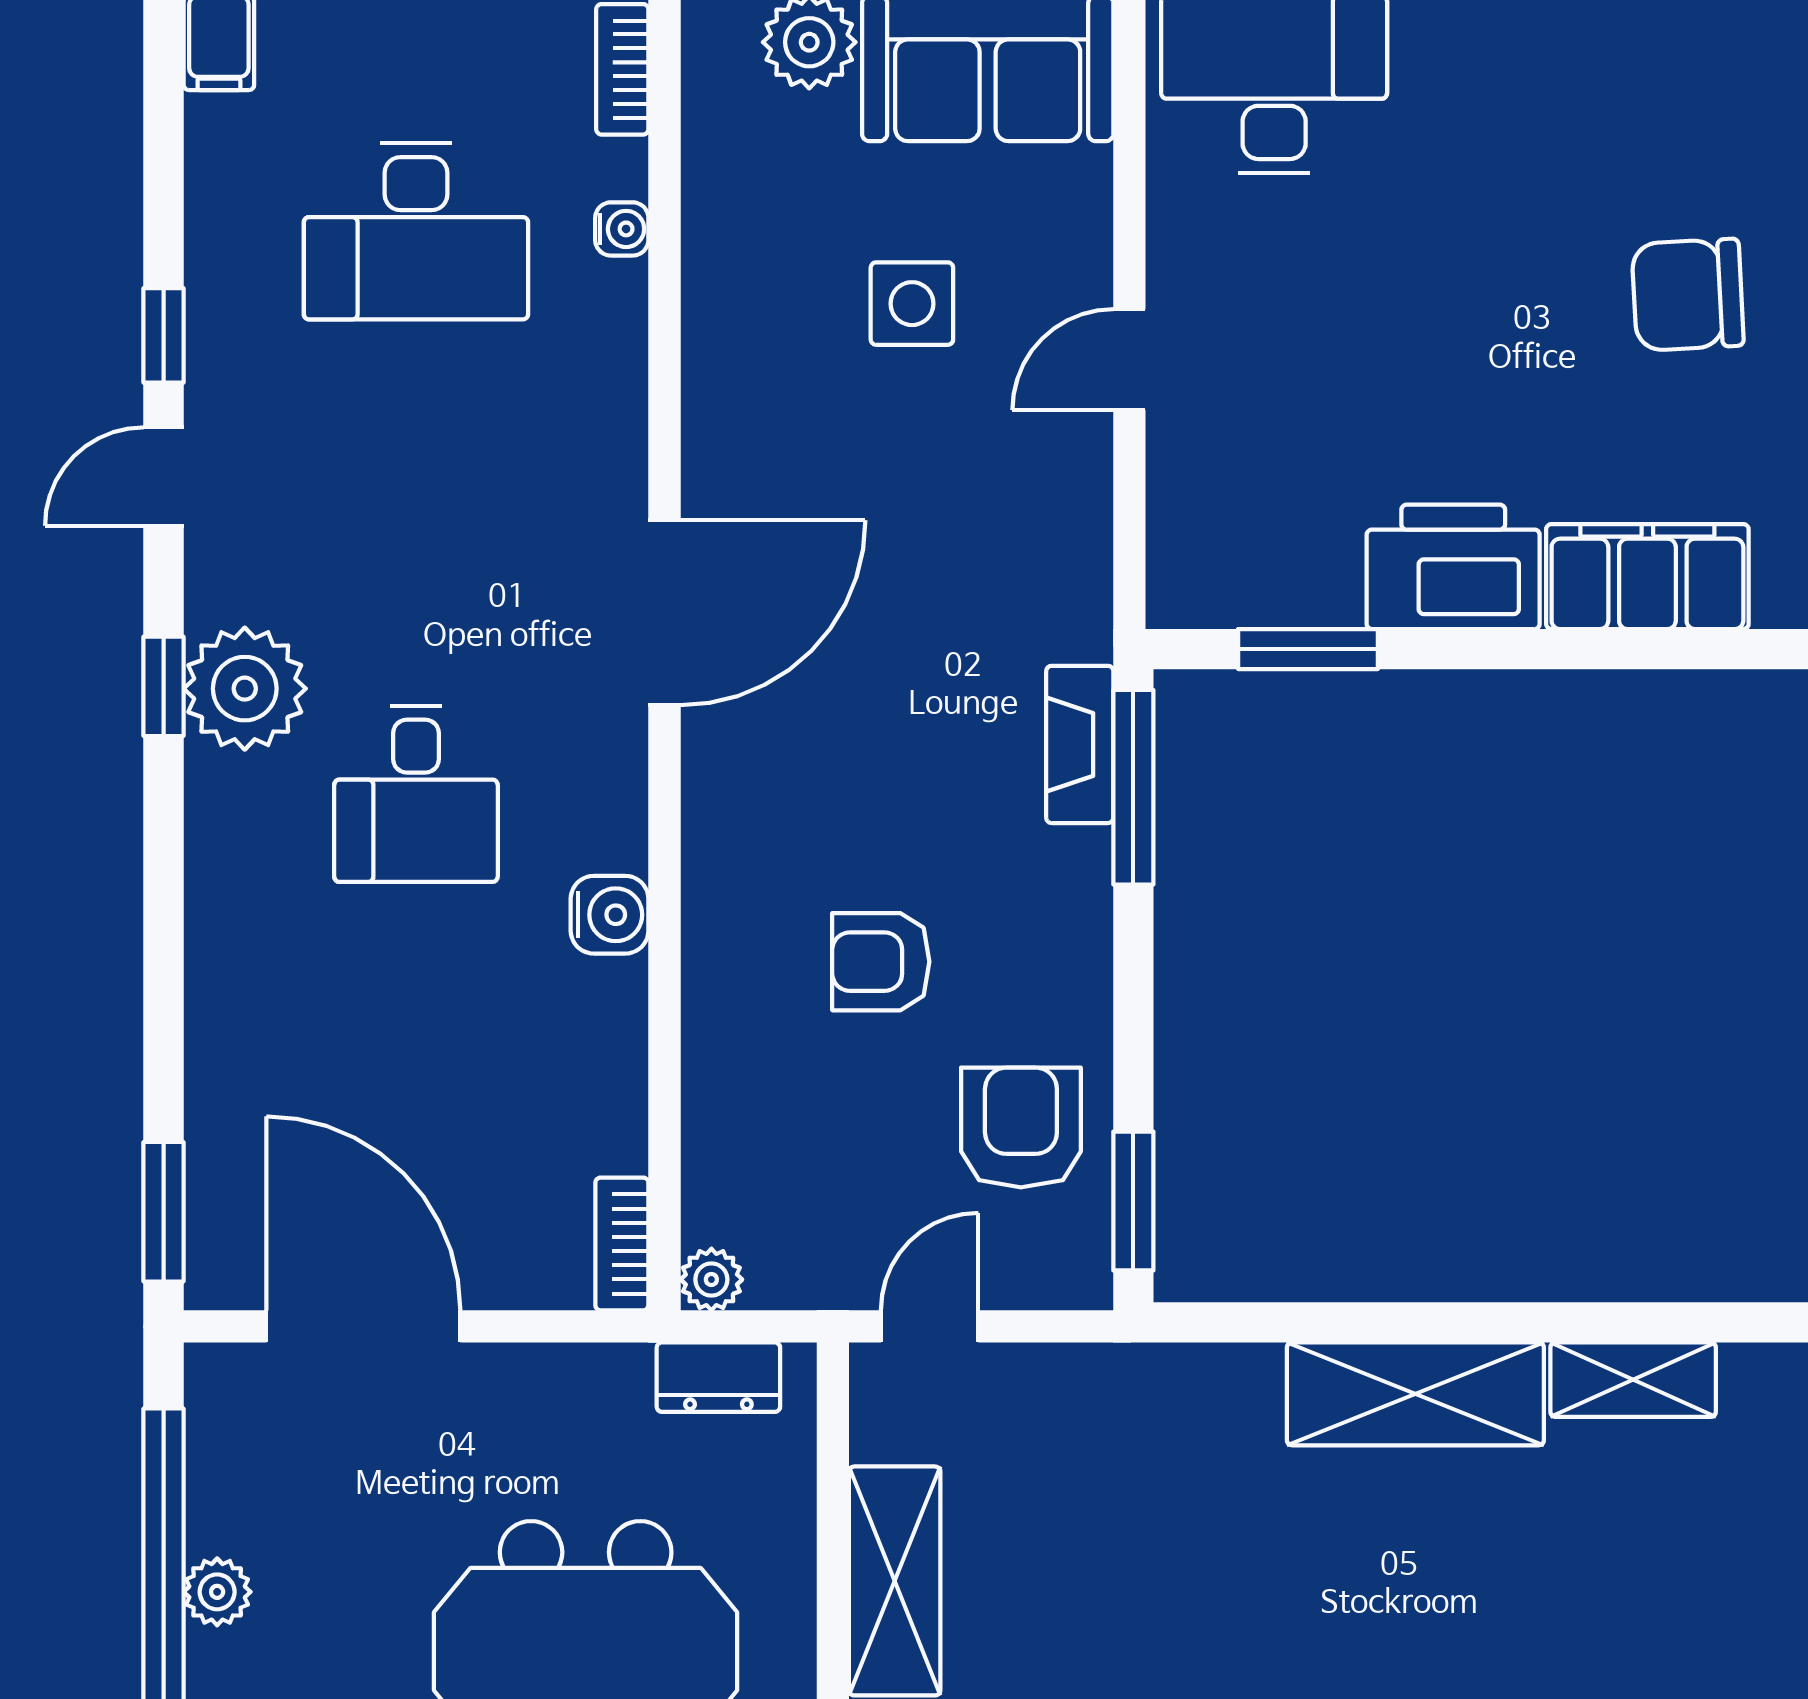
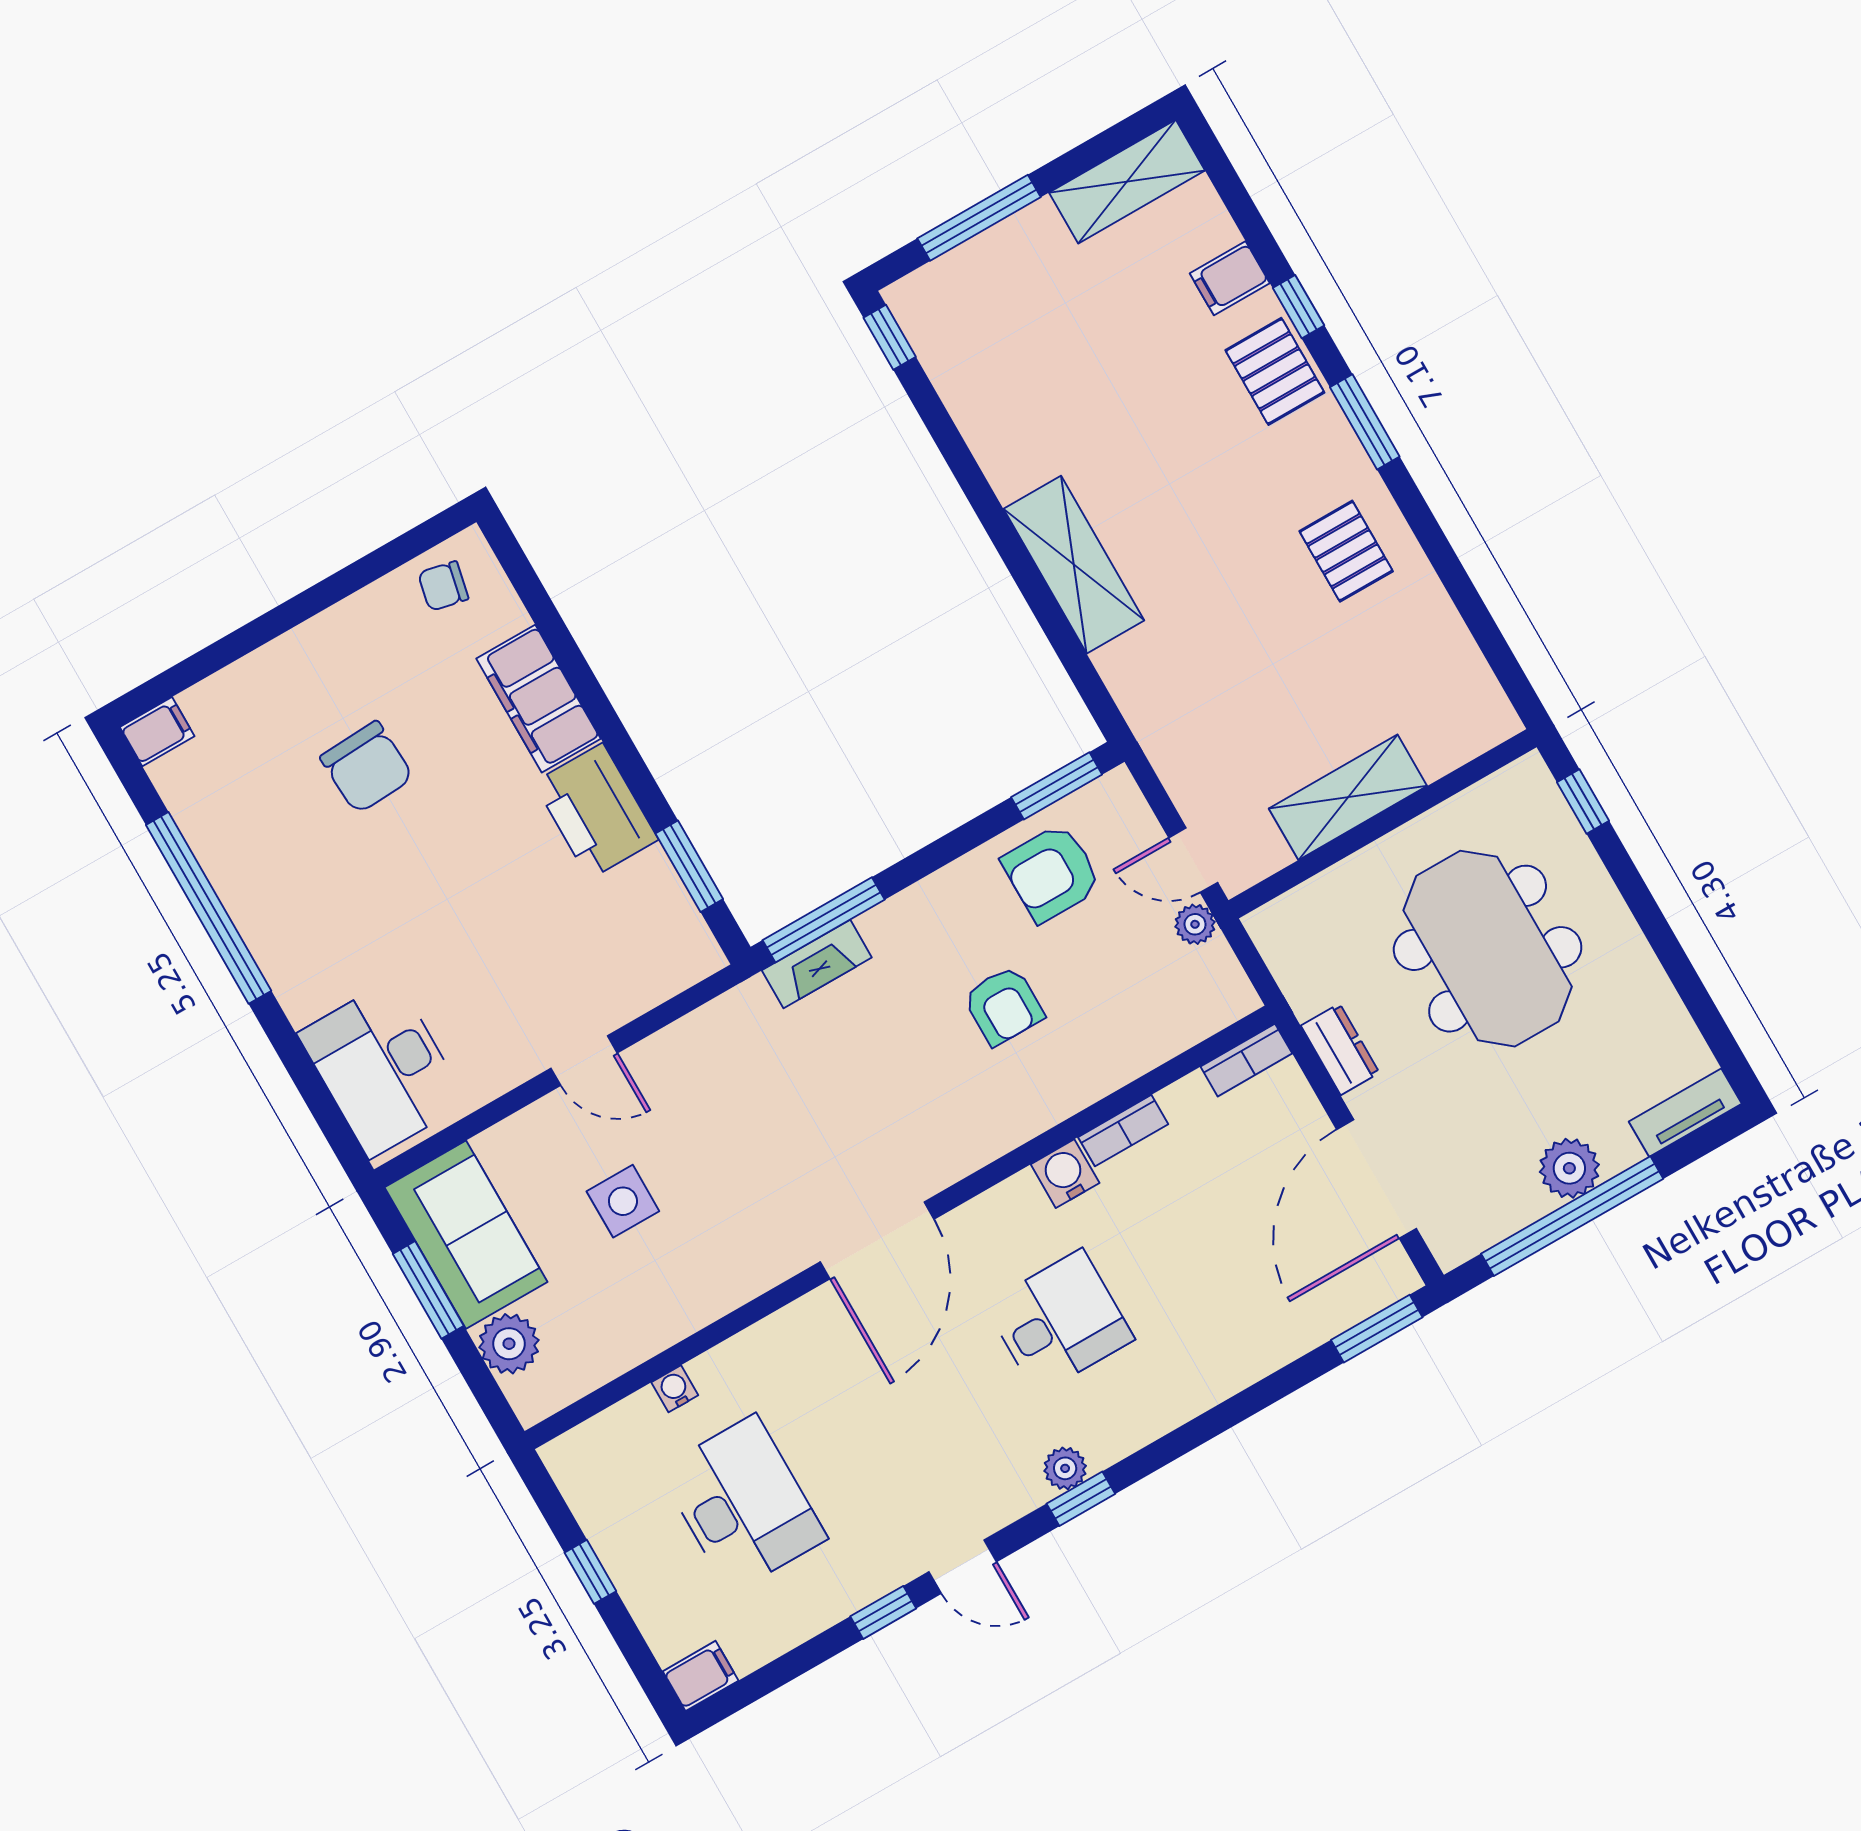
bookcase: (622, 69) -> (1123, 1131), moved
door: (664, 613) -> (877, 1240), swing flipped
plant: (245, 689) -> (1065, 1468), width x0.53, depth x0.53
plant: (711, 1279) -> (1195, 924), moved
dresser: (718, 1377) -> (1340, 1049), moved
shelving: (1633, 1380) -> (995, 447), removed
plant: (217, 1592) -> (1569, 1168), width x1.38, depth x1.38

